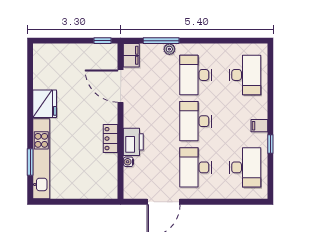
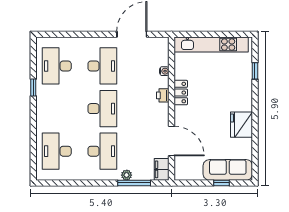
window: (102, 41) -> (221, 183), moved
sofa: (60, 55) -> (228, 170), added
filing cabinet: (259, 126) -> (43, 104), removed
printer: (133, 142) -> (163, 95), width x0.53, depth x0.68
kitchen unit: (41, 159) -> (211, 45), moved, turned -90
window: (30, 162) -> (255, 71), width x0.67

